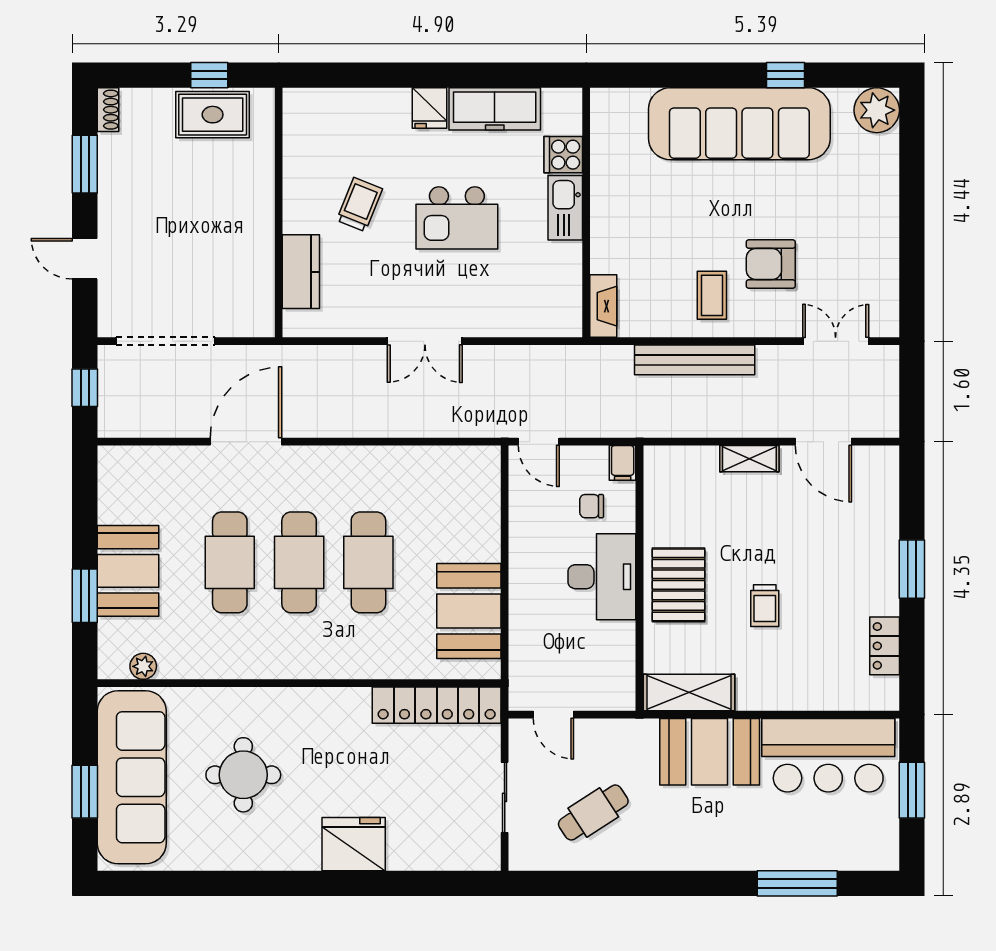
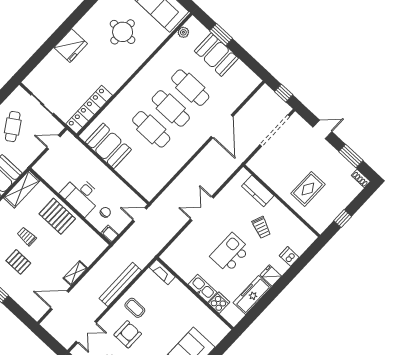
dishwasher: (365, 107) -> (289, 256), added
rug: (213, 115) -> (308, 189), moved
pallet: (824, 578) -> (18, 262), added

